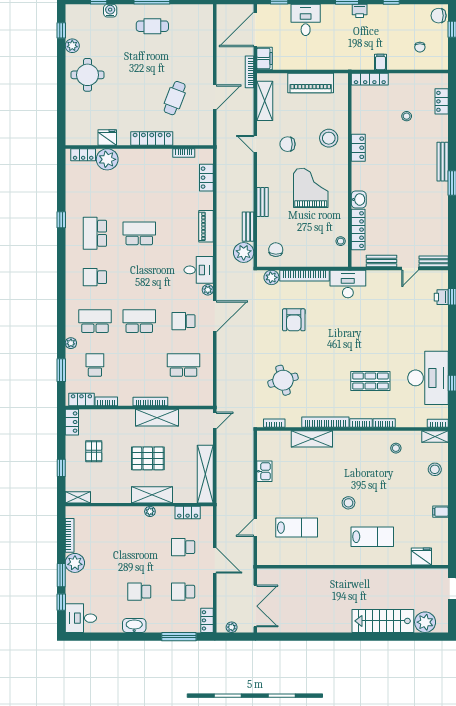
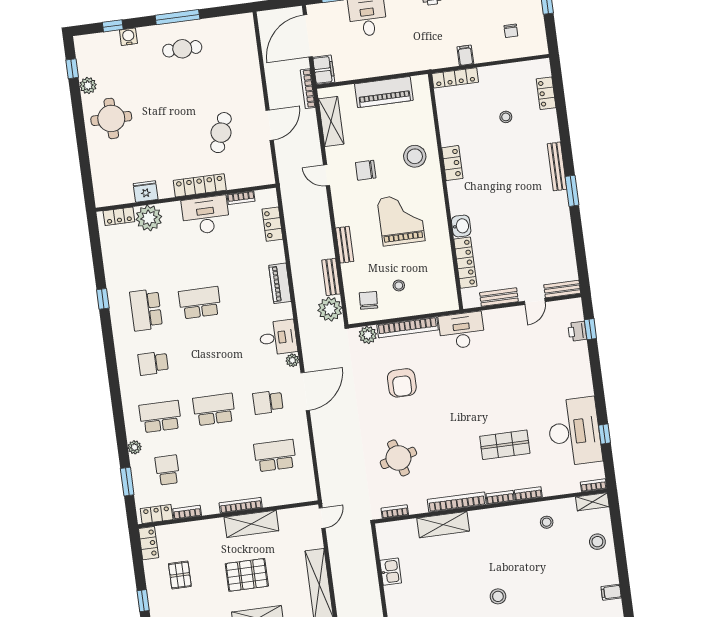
desk: (153, 163) -> (206, 215), added
stool: (341, 241) -> (399, 285), moved

